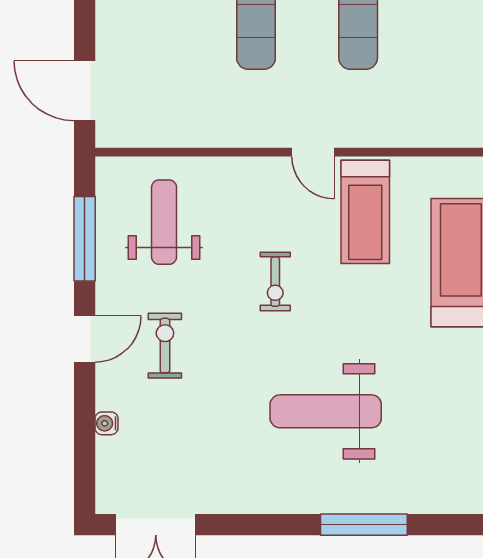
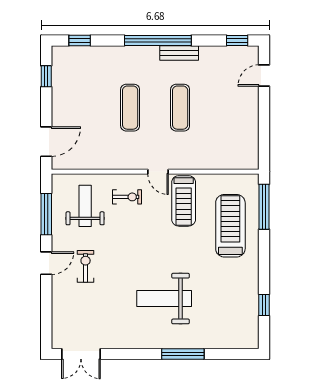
door: (85, 91) -> (46, 142), swing flipped
exercise bike: (275, 282) -> (127, 197), moved, turned -90
water cooler: (106, 423) -> (57, 304), removed

